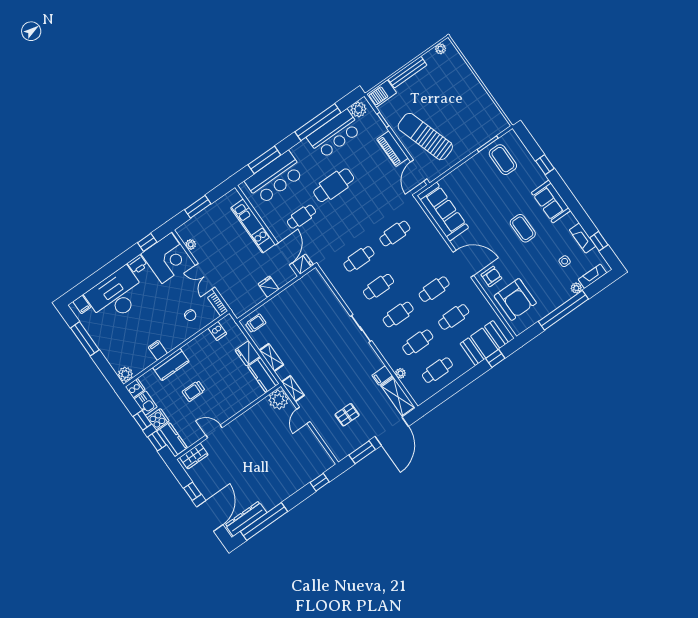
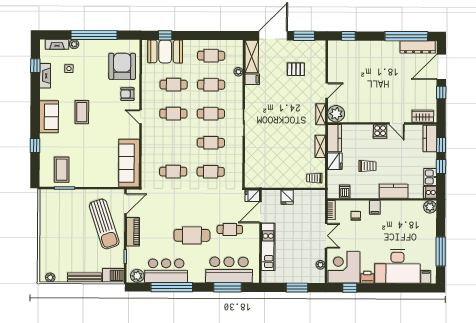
door: (463, 264) -> (141, 117), width x0.53
filing cabinet: (158, 350) -> (375, 207), moved
trolley: (194, 391) -> (368, 166), moved
cooker: (158, 419) -> (380, 132), moved, turned -90

